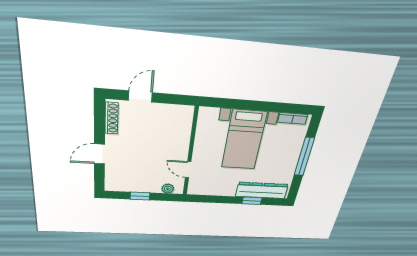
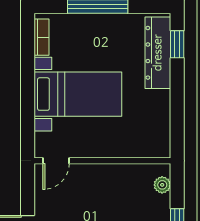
door: (188, 170) -> (56, 161), moved
window: (252, 201) -> (177, 44), moved

